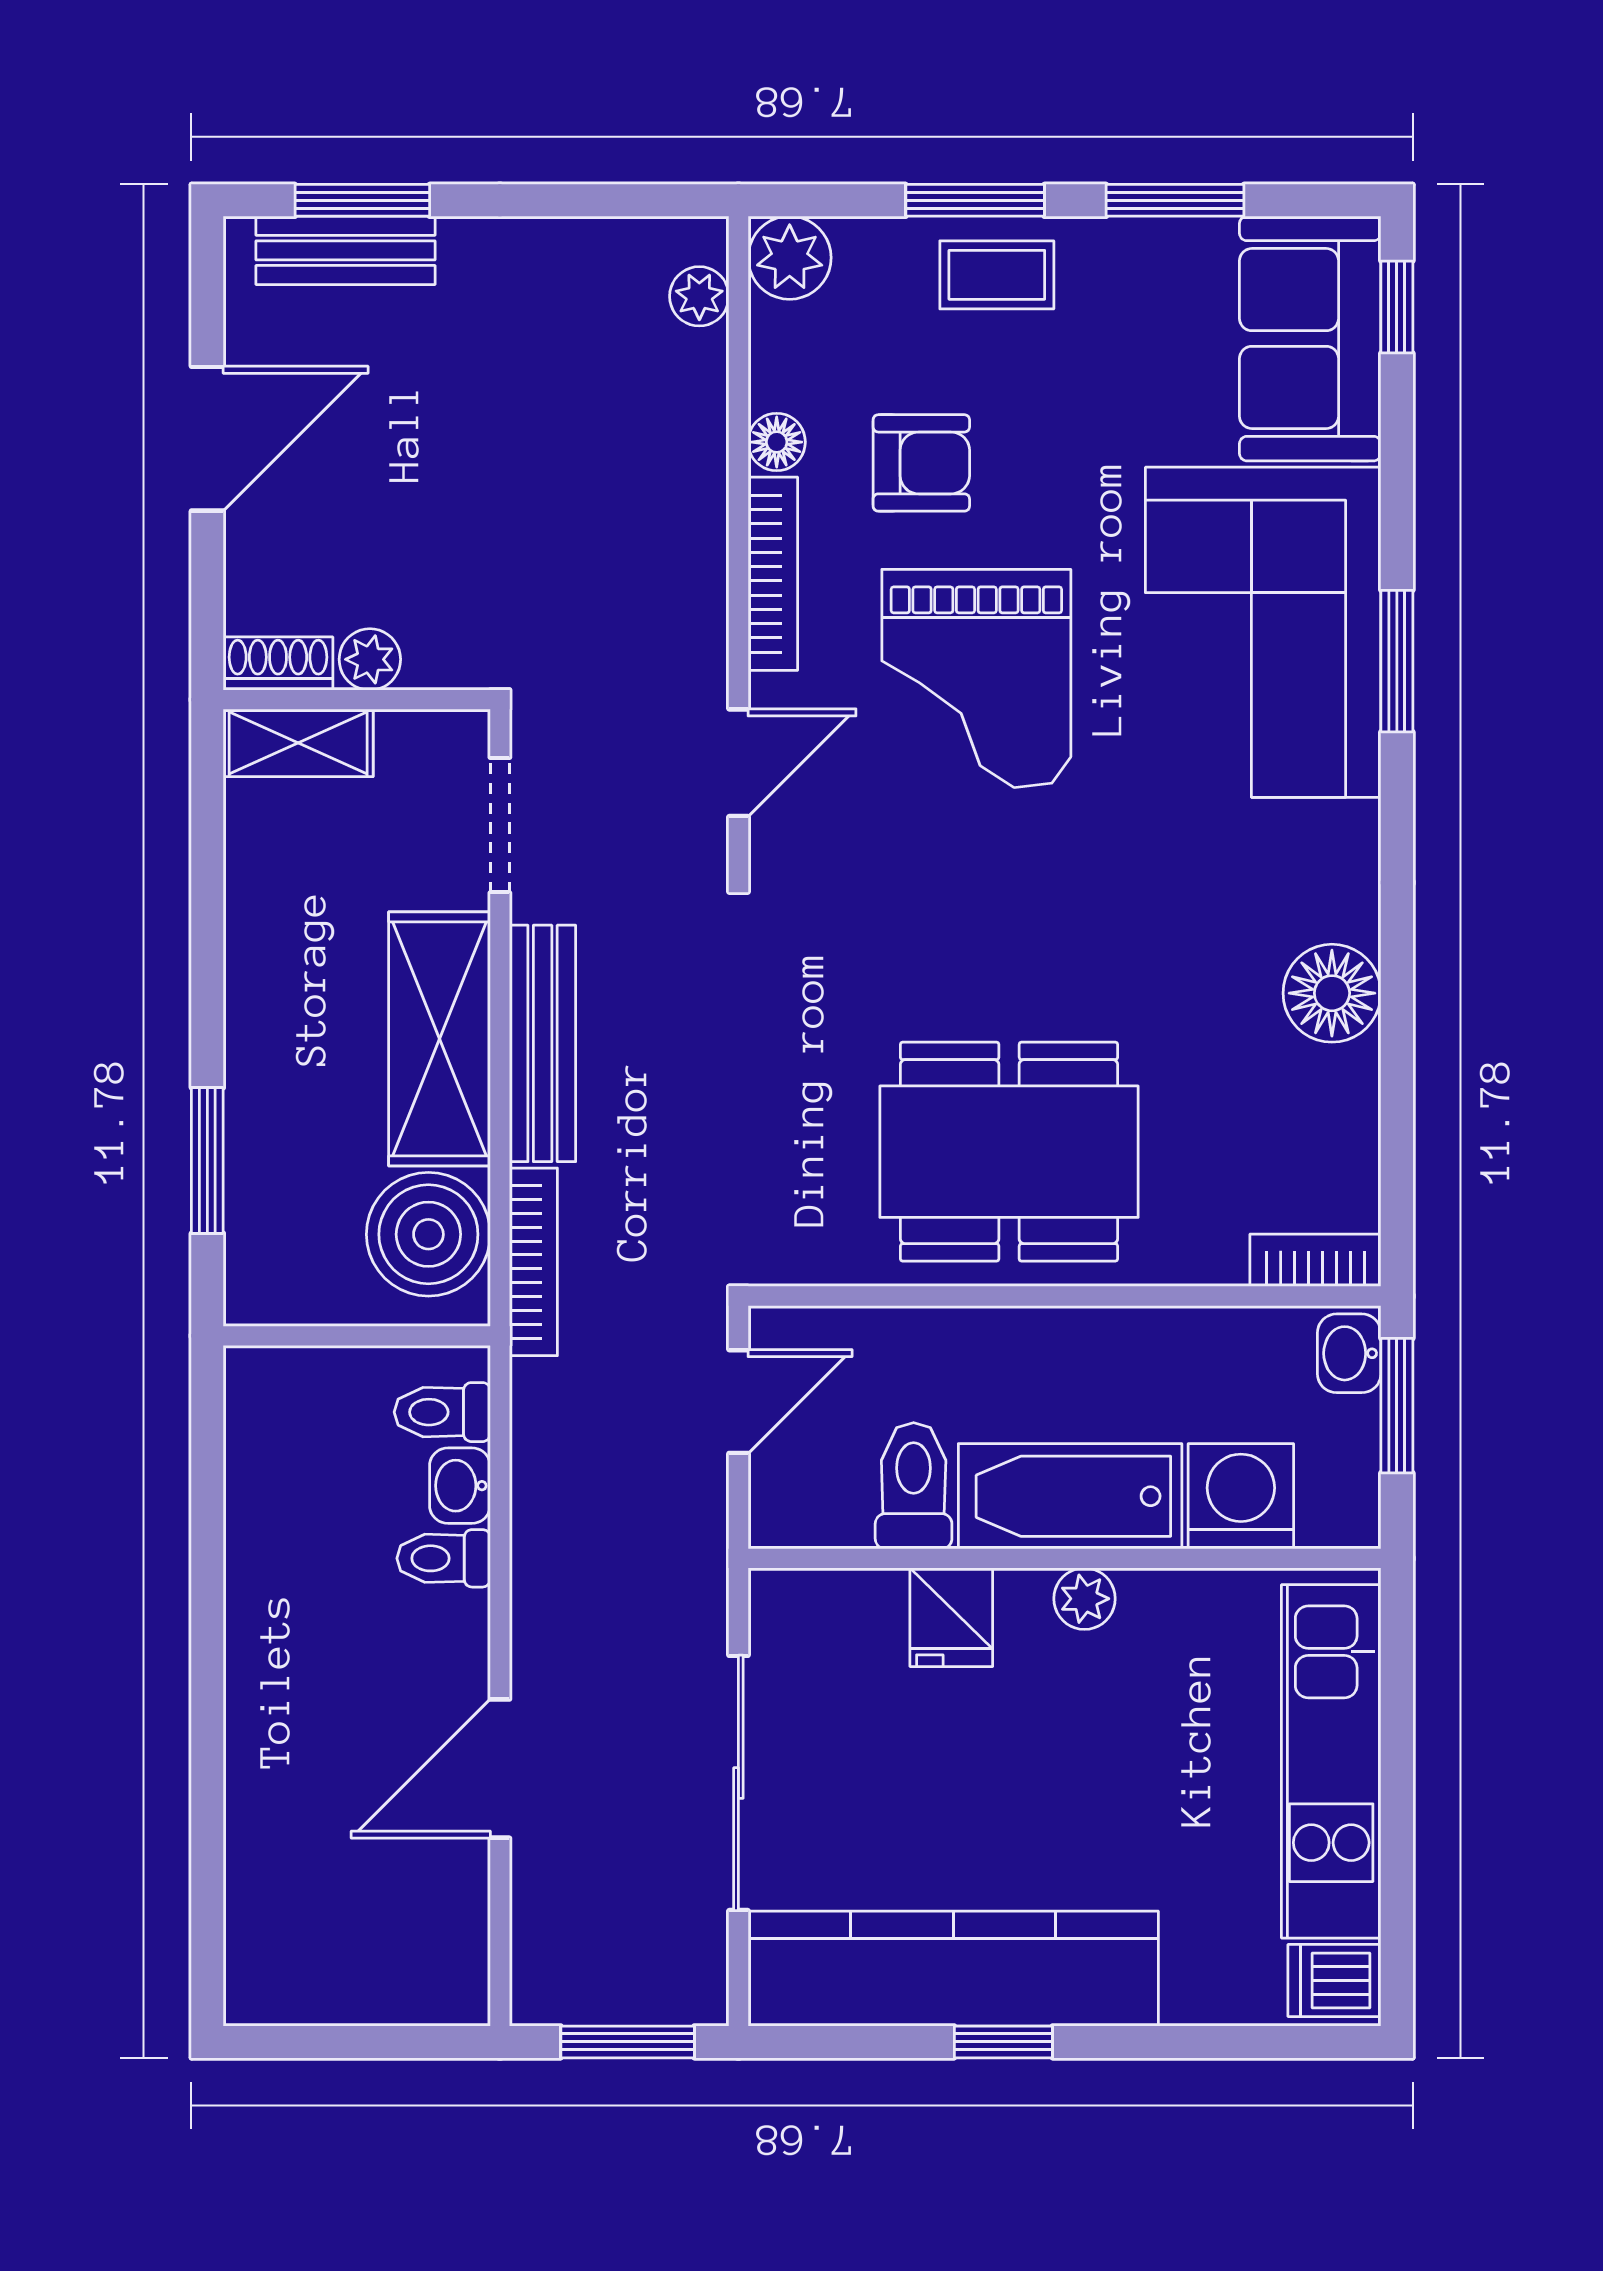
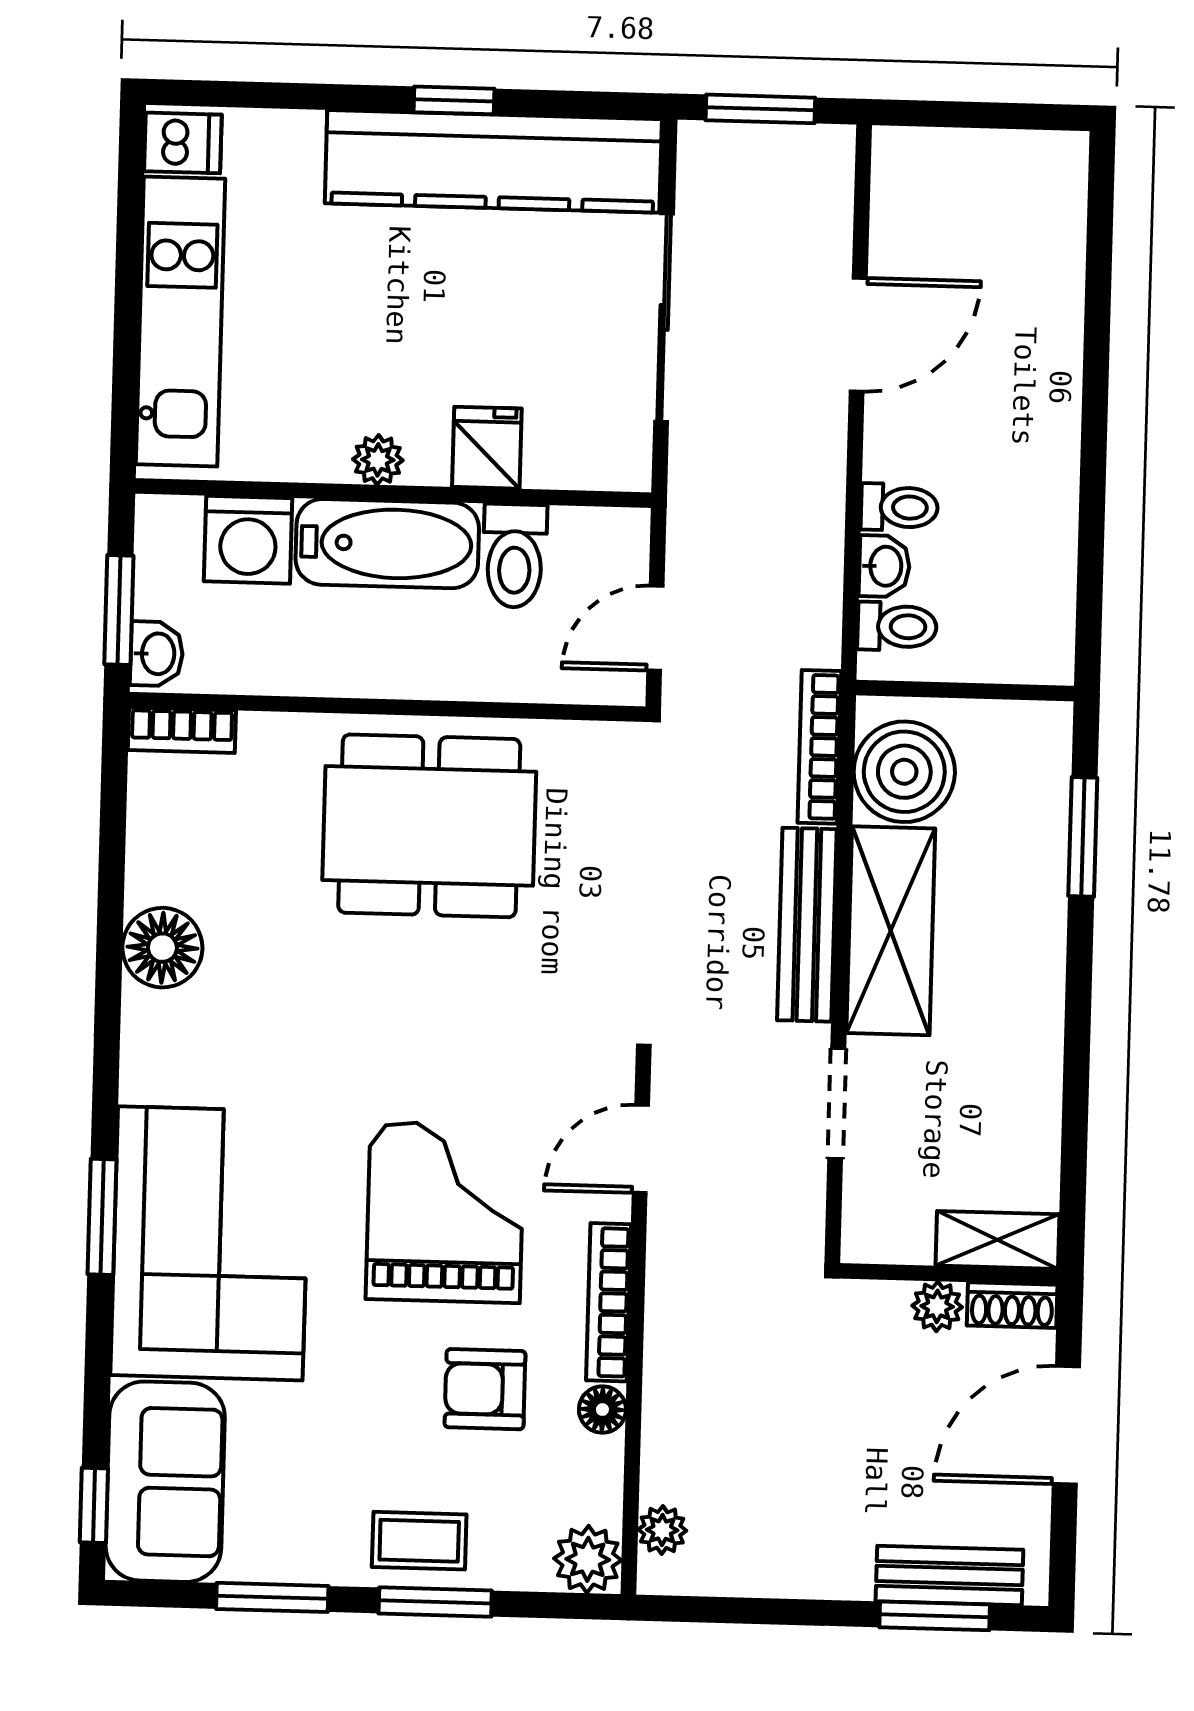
plant: (370, 659) -> (937, 1306), moved
shoe rack: (278, 664) -> (1012, 1305), moved
wall: (357, 700) -> (949, 1274), moved
shelving: (298, 743) -> (997, 1240), moved

